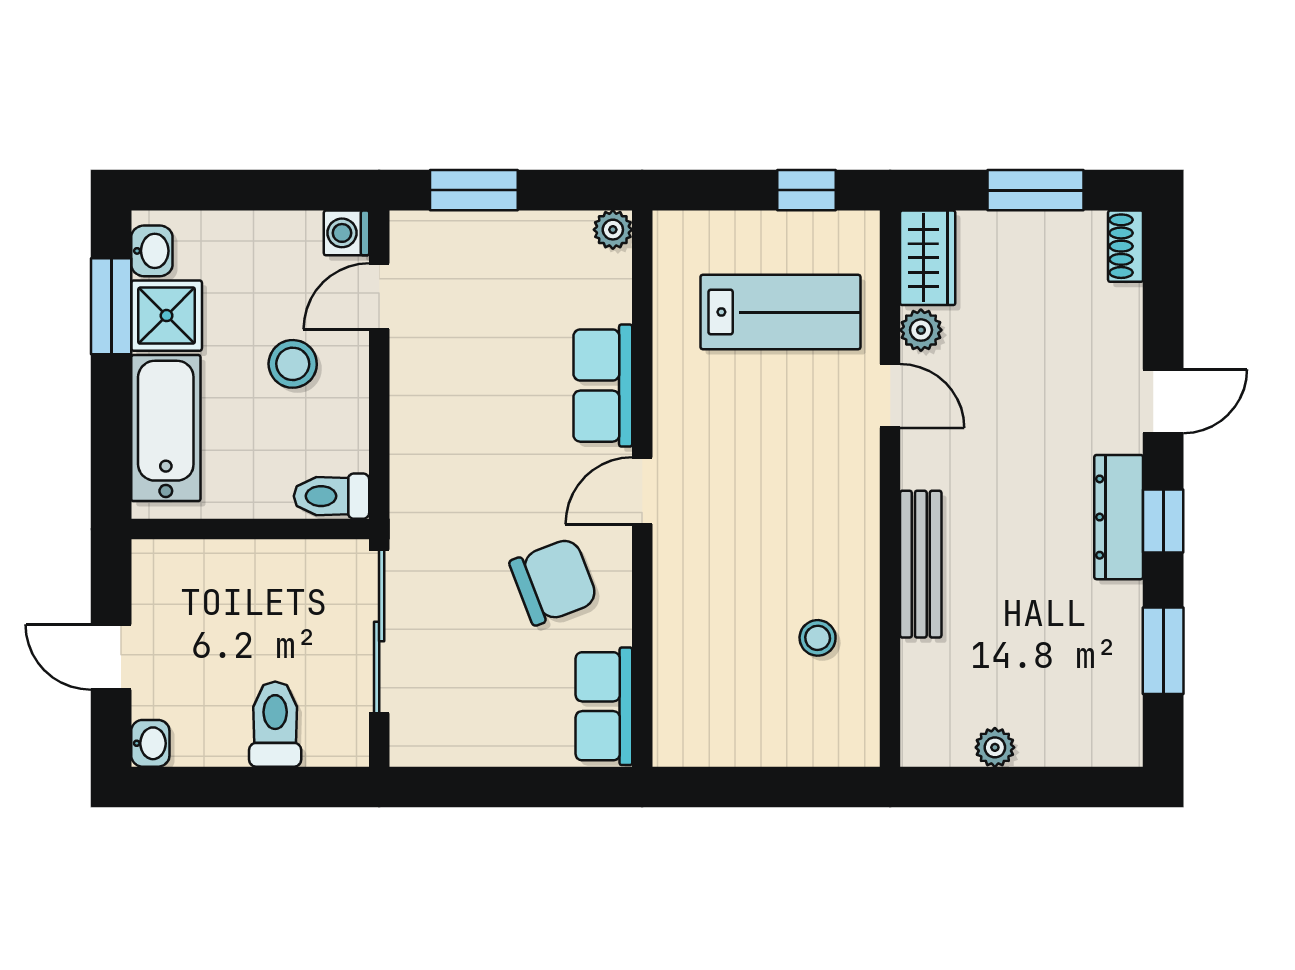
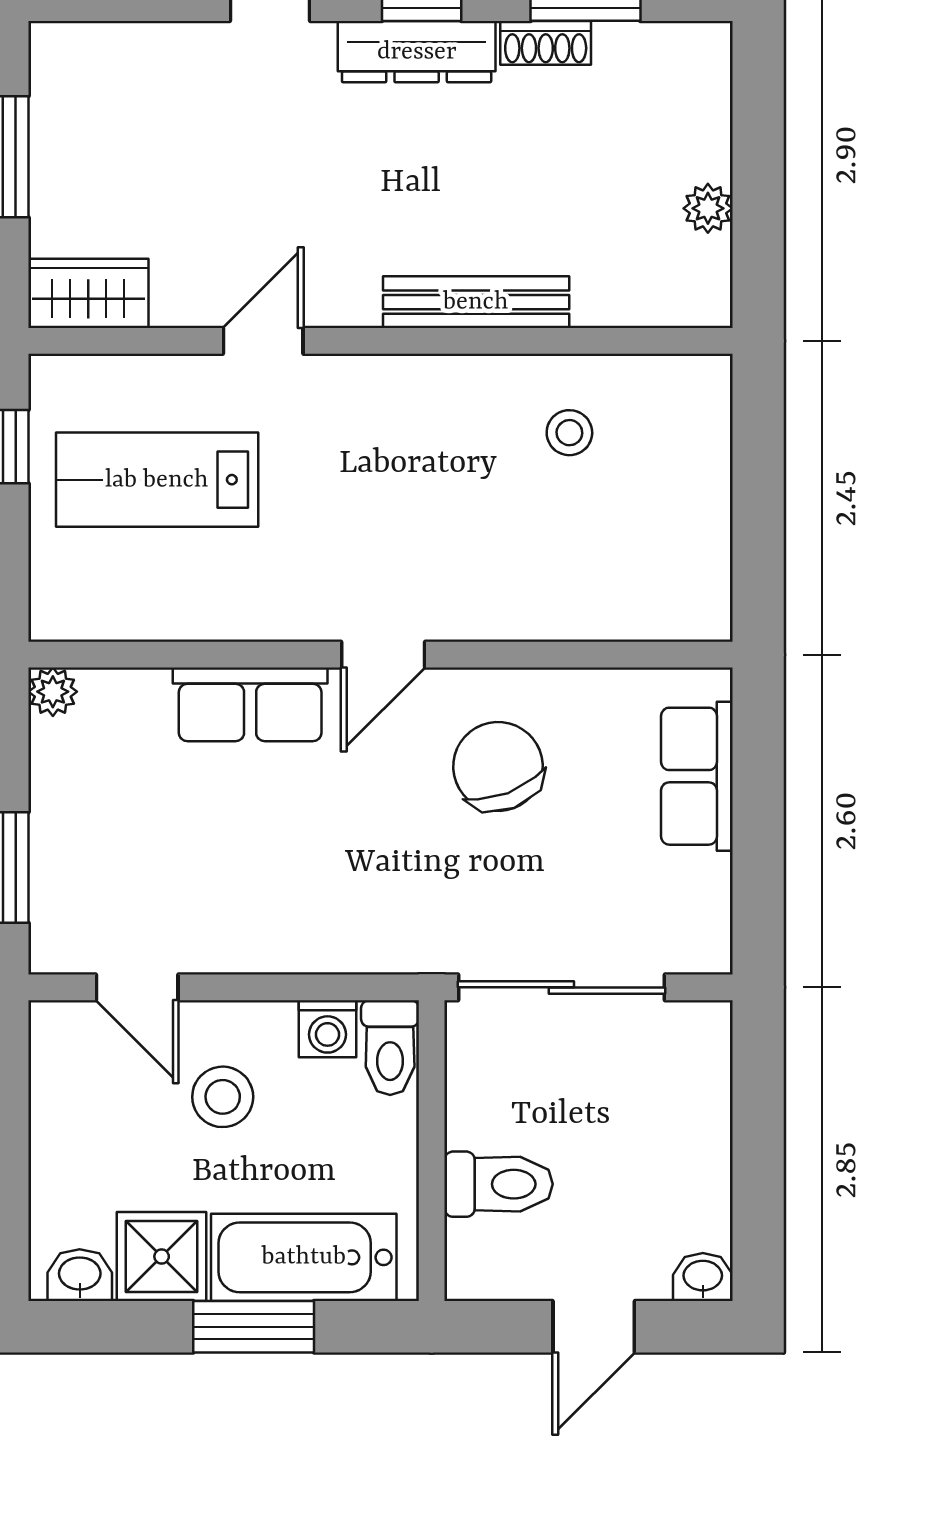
washing machine: (347, 233) -> (327, 1029), moved
shoe rack: (1126, 246) -> (546, 43), moved
window: (111, 306) -> (254, 1327), moved
lab bench: (780, 312) -> (157, 480), turned -90
plant: (921, 330) -> (180, 302), removed
door: (642, 491) -> (383, 655), hinge flipped
row of seats: (604, 706) -> (697, 776), moved, turned 90
toilet: (275, 724) -> (499, 1184), moved, turned 180

